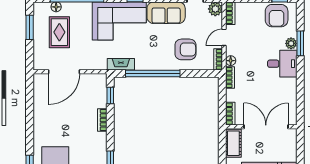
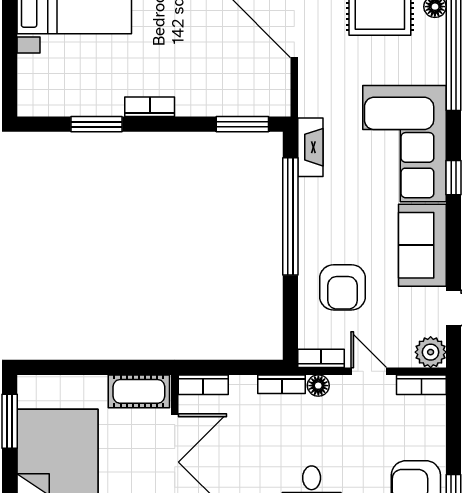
window: (110, 96) -> (242, 124), width x1.50
bookcase: (102, 120) -> (150, 107), moved

